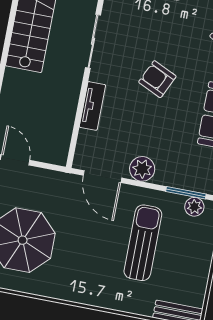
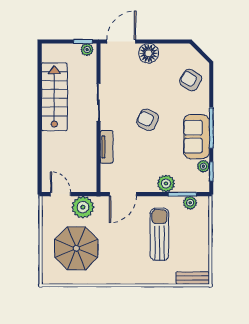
plant: (142, 169) -> (166, 184), moved
door: (103, 177) -> (123, 194), hinge flipped
plant: (43, 184) -> (83, 207), added

